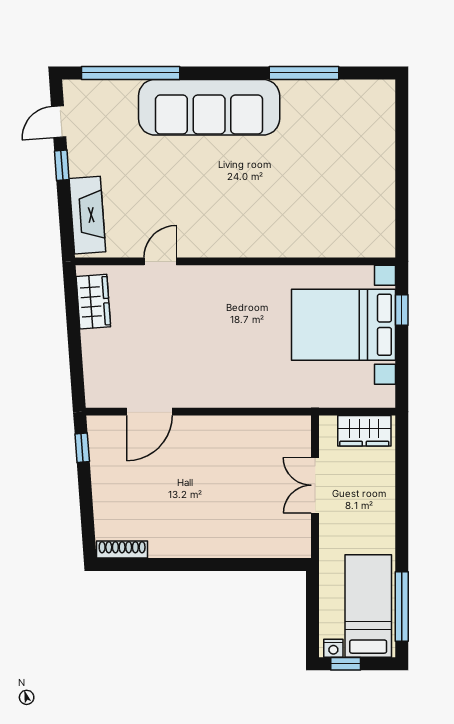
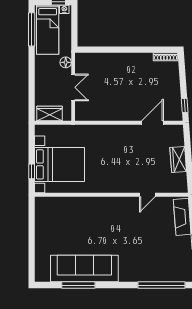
sofa: (209, 107) -> (84, 269), moved
wardrobe: (93, 302) -> (178, 159), moved
floor lamp: (331, 538) -> (66, 62), added

